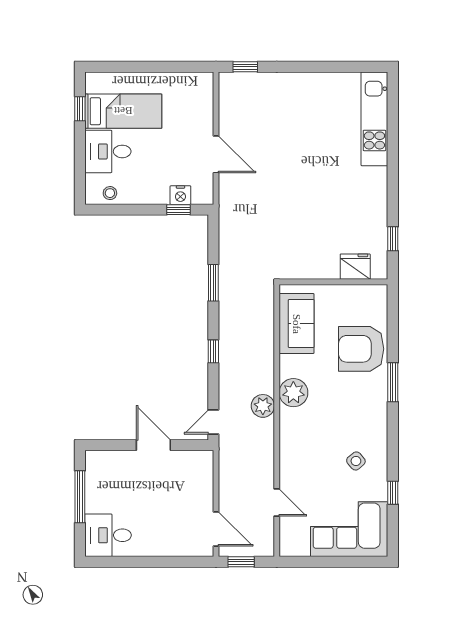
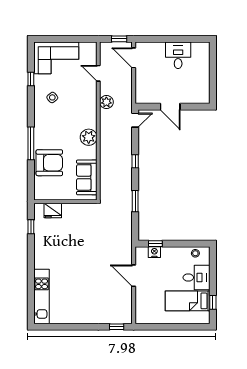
window: (393, 382) -> (31, 143), width x1.44
plant: (263, 406) -> (106, 102), moved
window: (80, 497) -> (213, 77), removed
desk: (108, 535) -> (178, 55), moved, turned -90

